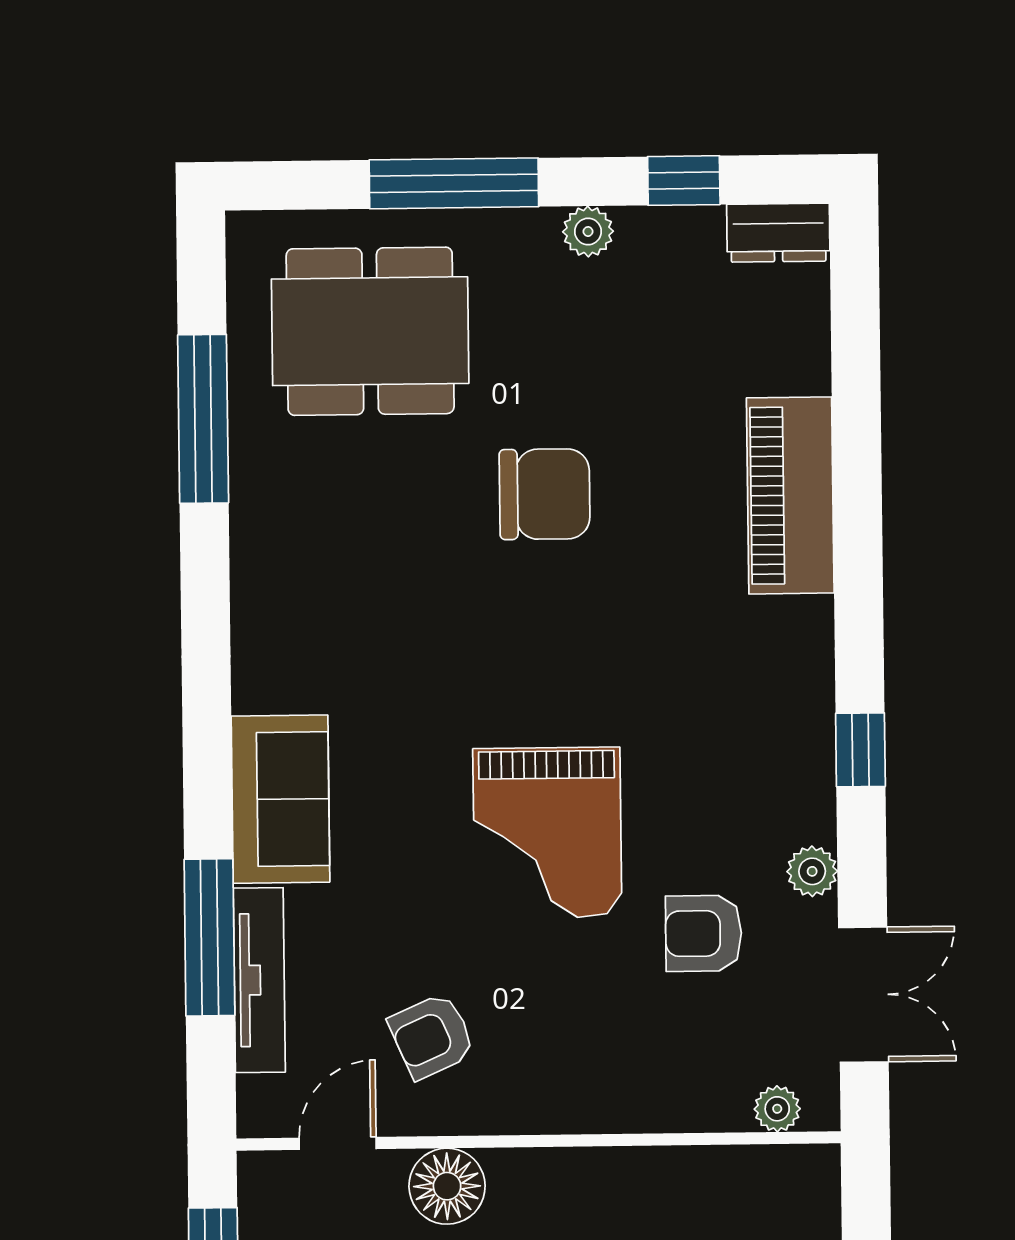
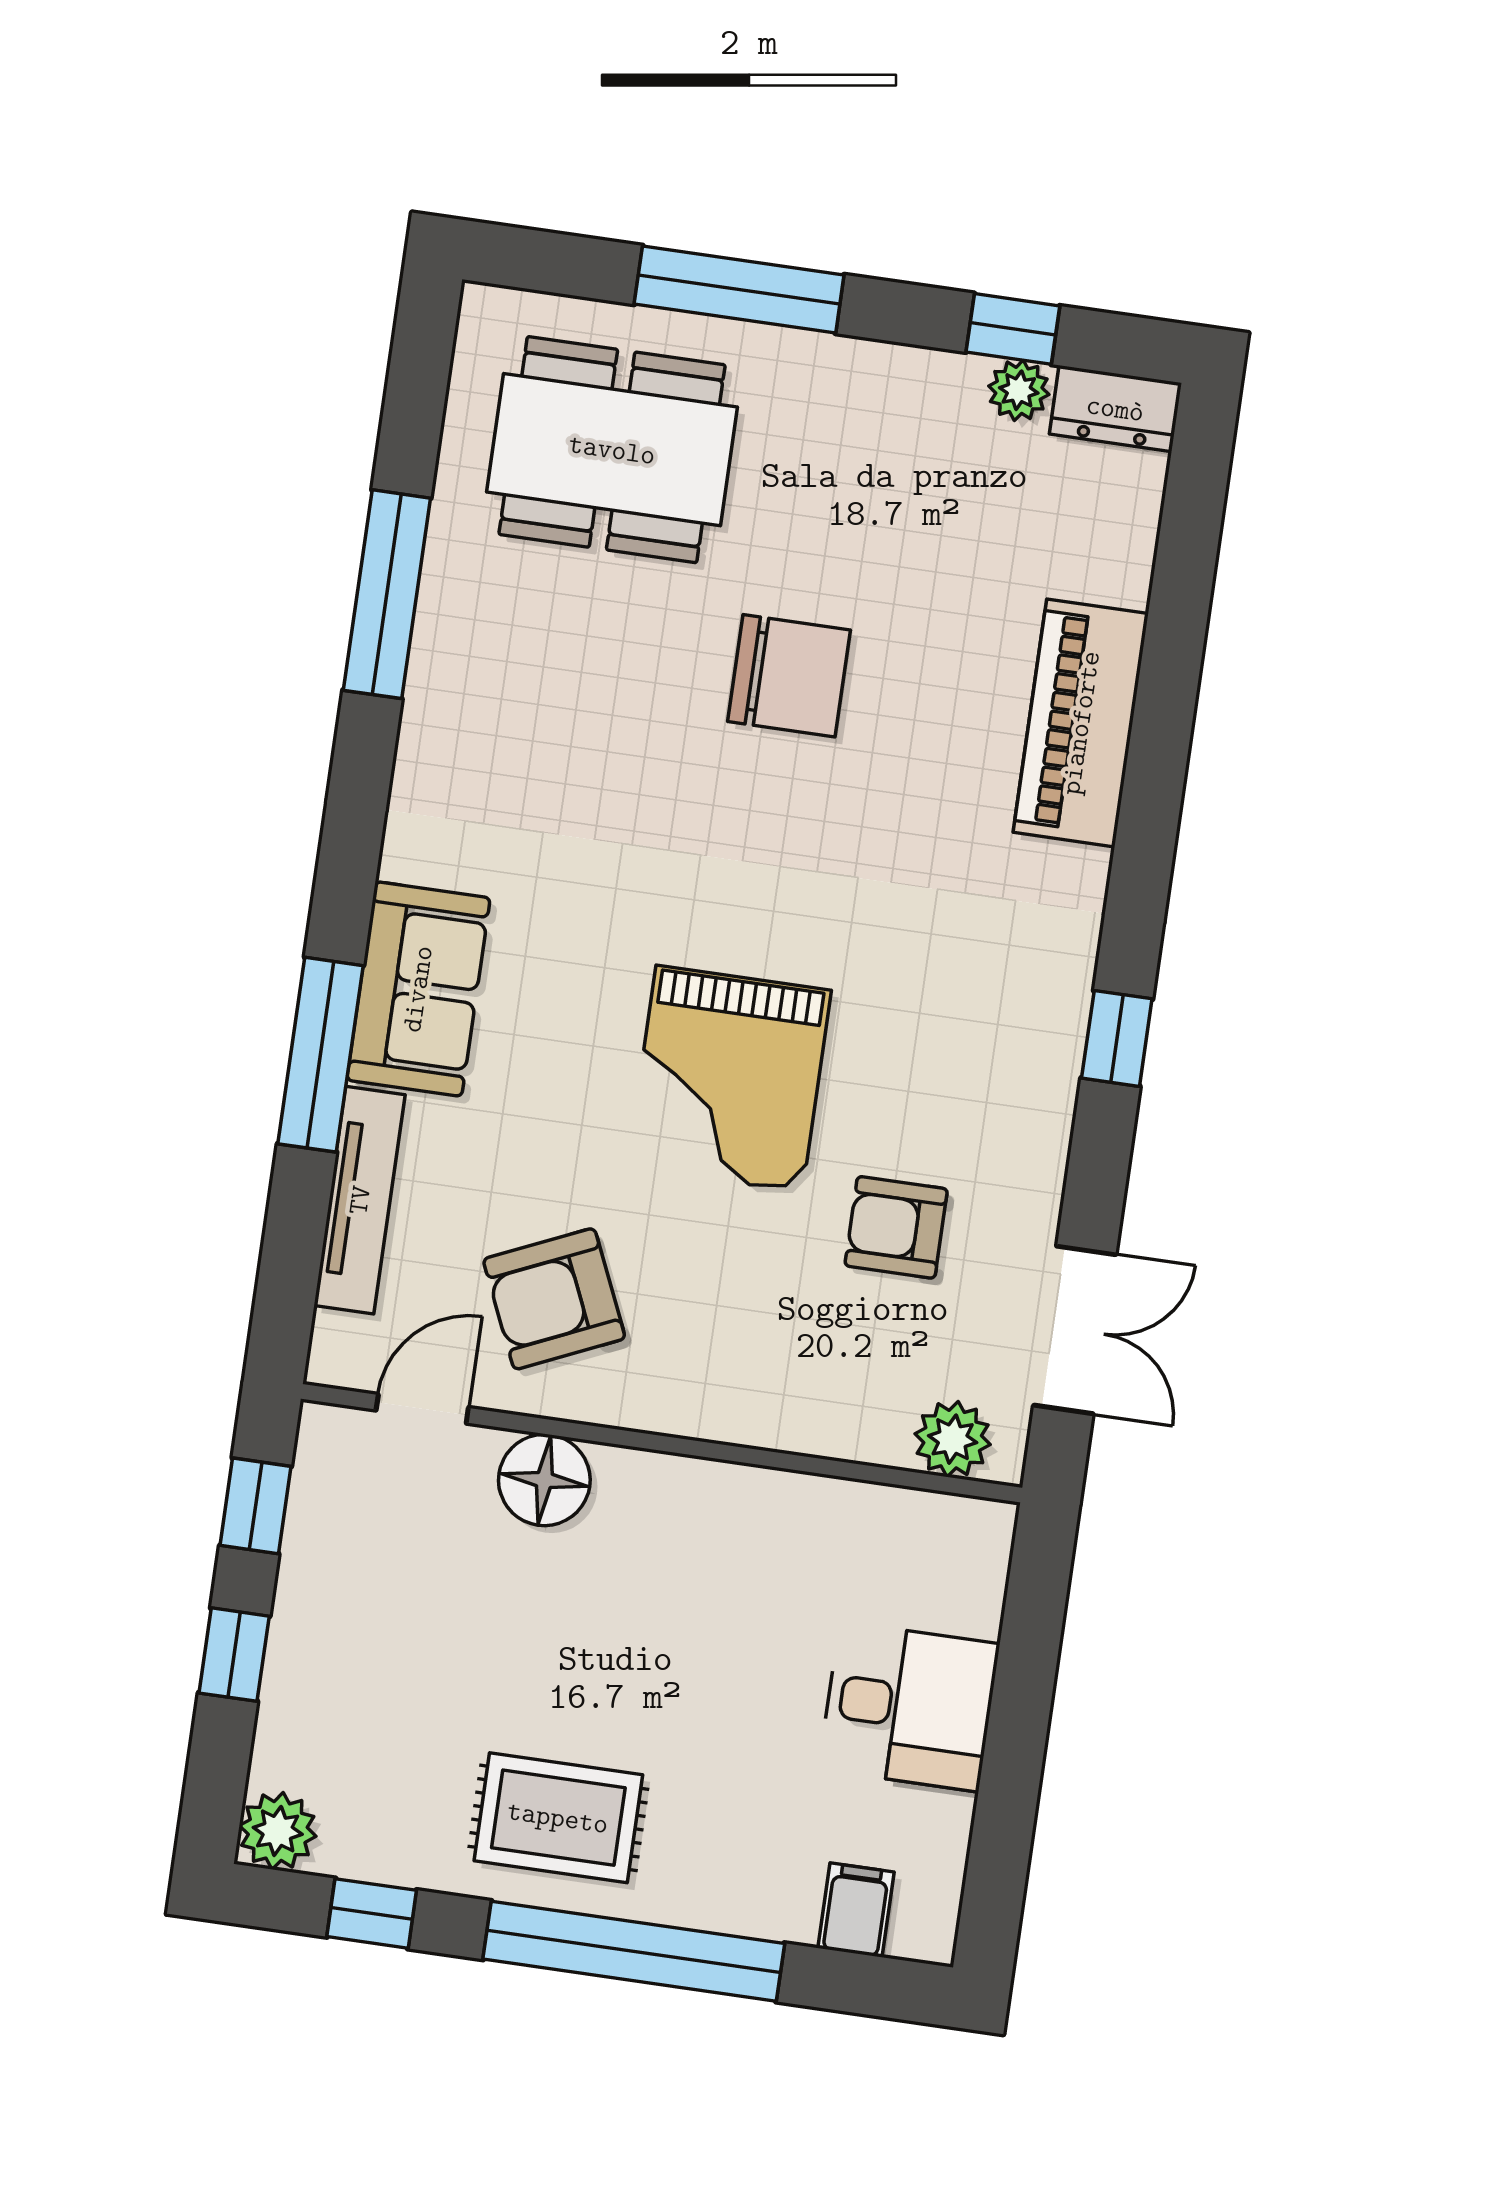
plant: (588, 232) -> (1019, 390), moved
window: (203, 419) -> (387, 594), moved
plant: (812, 871) -> (1037, 1174), removed
window: (209, 937) -> (321, 1055), moved
armchair: (432, 1036) -> (554, 1299), width x1.38, depth x1.38
plant: (777, 1109) -> (953, 1439), width x1.38, depth x1.38

